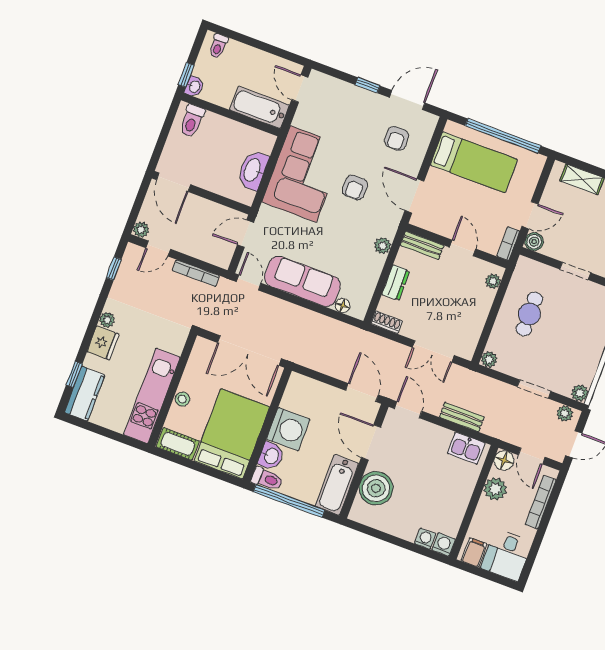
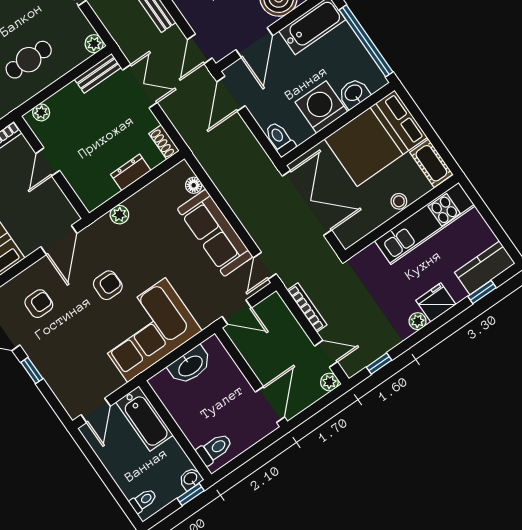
bench: (422, 245) -> (98, 73), moved, turned 90
toilet: (267, 479) -> (280, 139), moved

